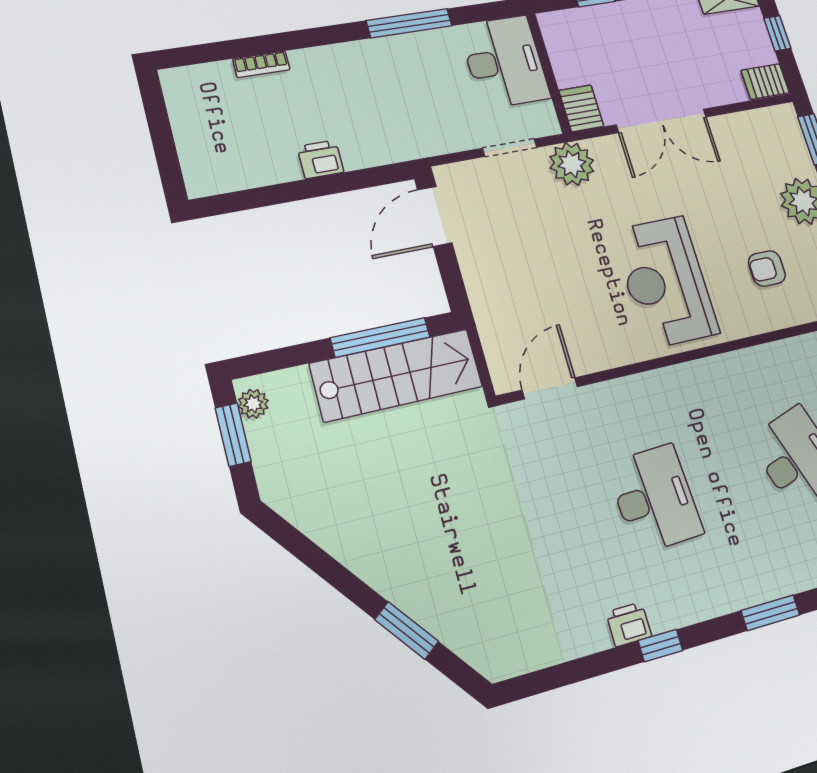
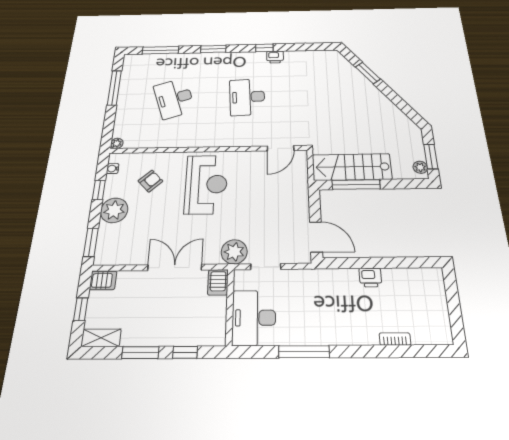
door: (435, 216) -> (316, 237), hinge flipped
armchair: (767, 269) -> (150, 181), turned -43

